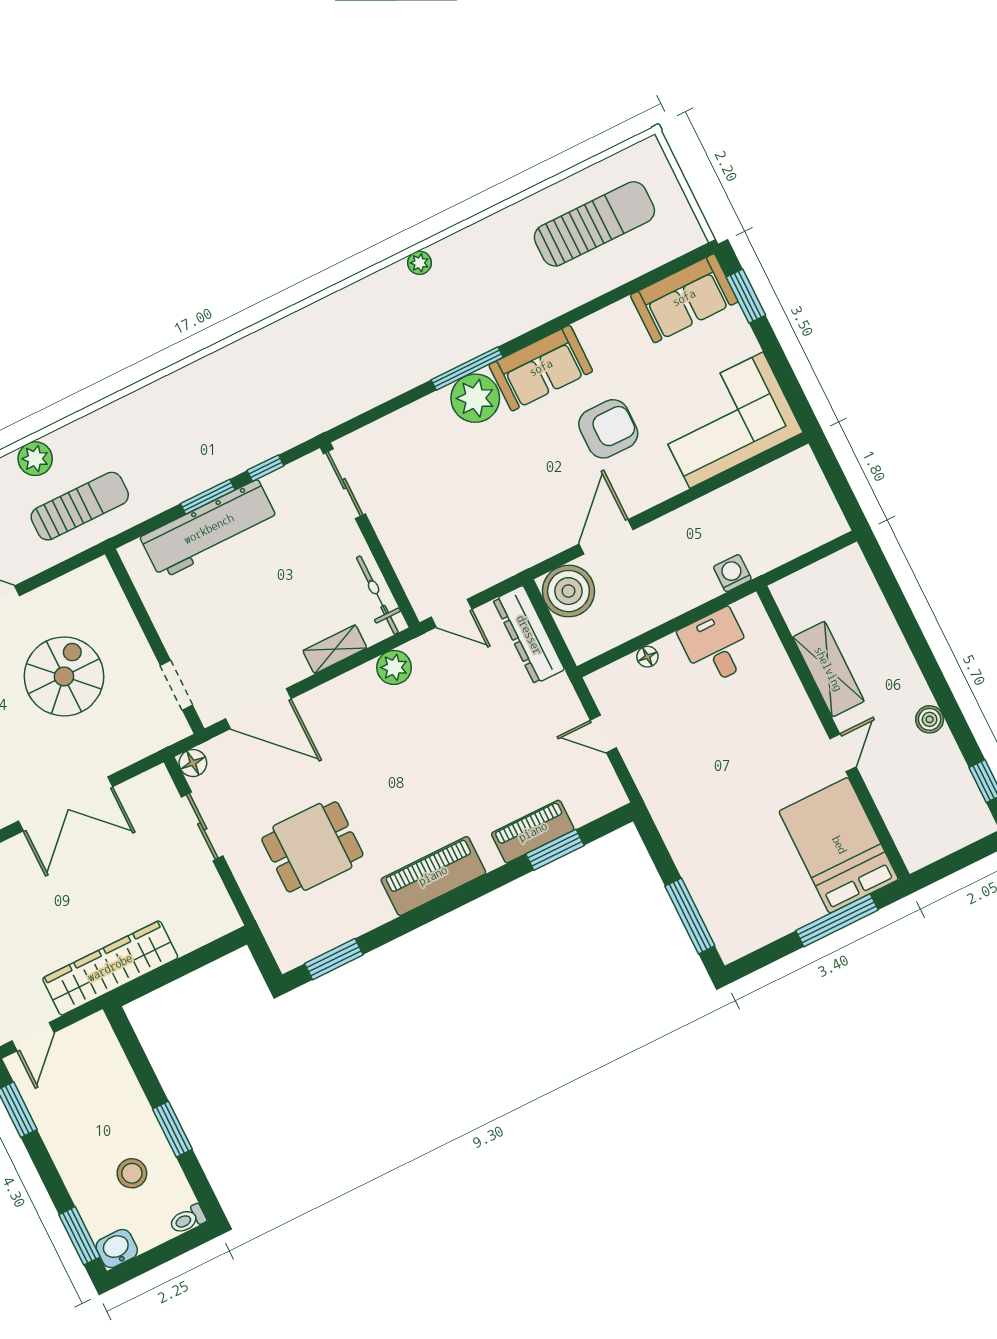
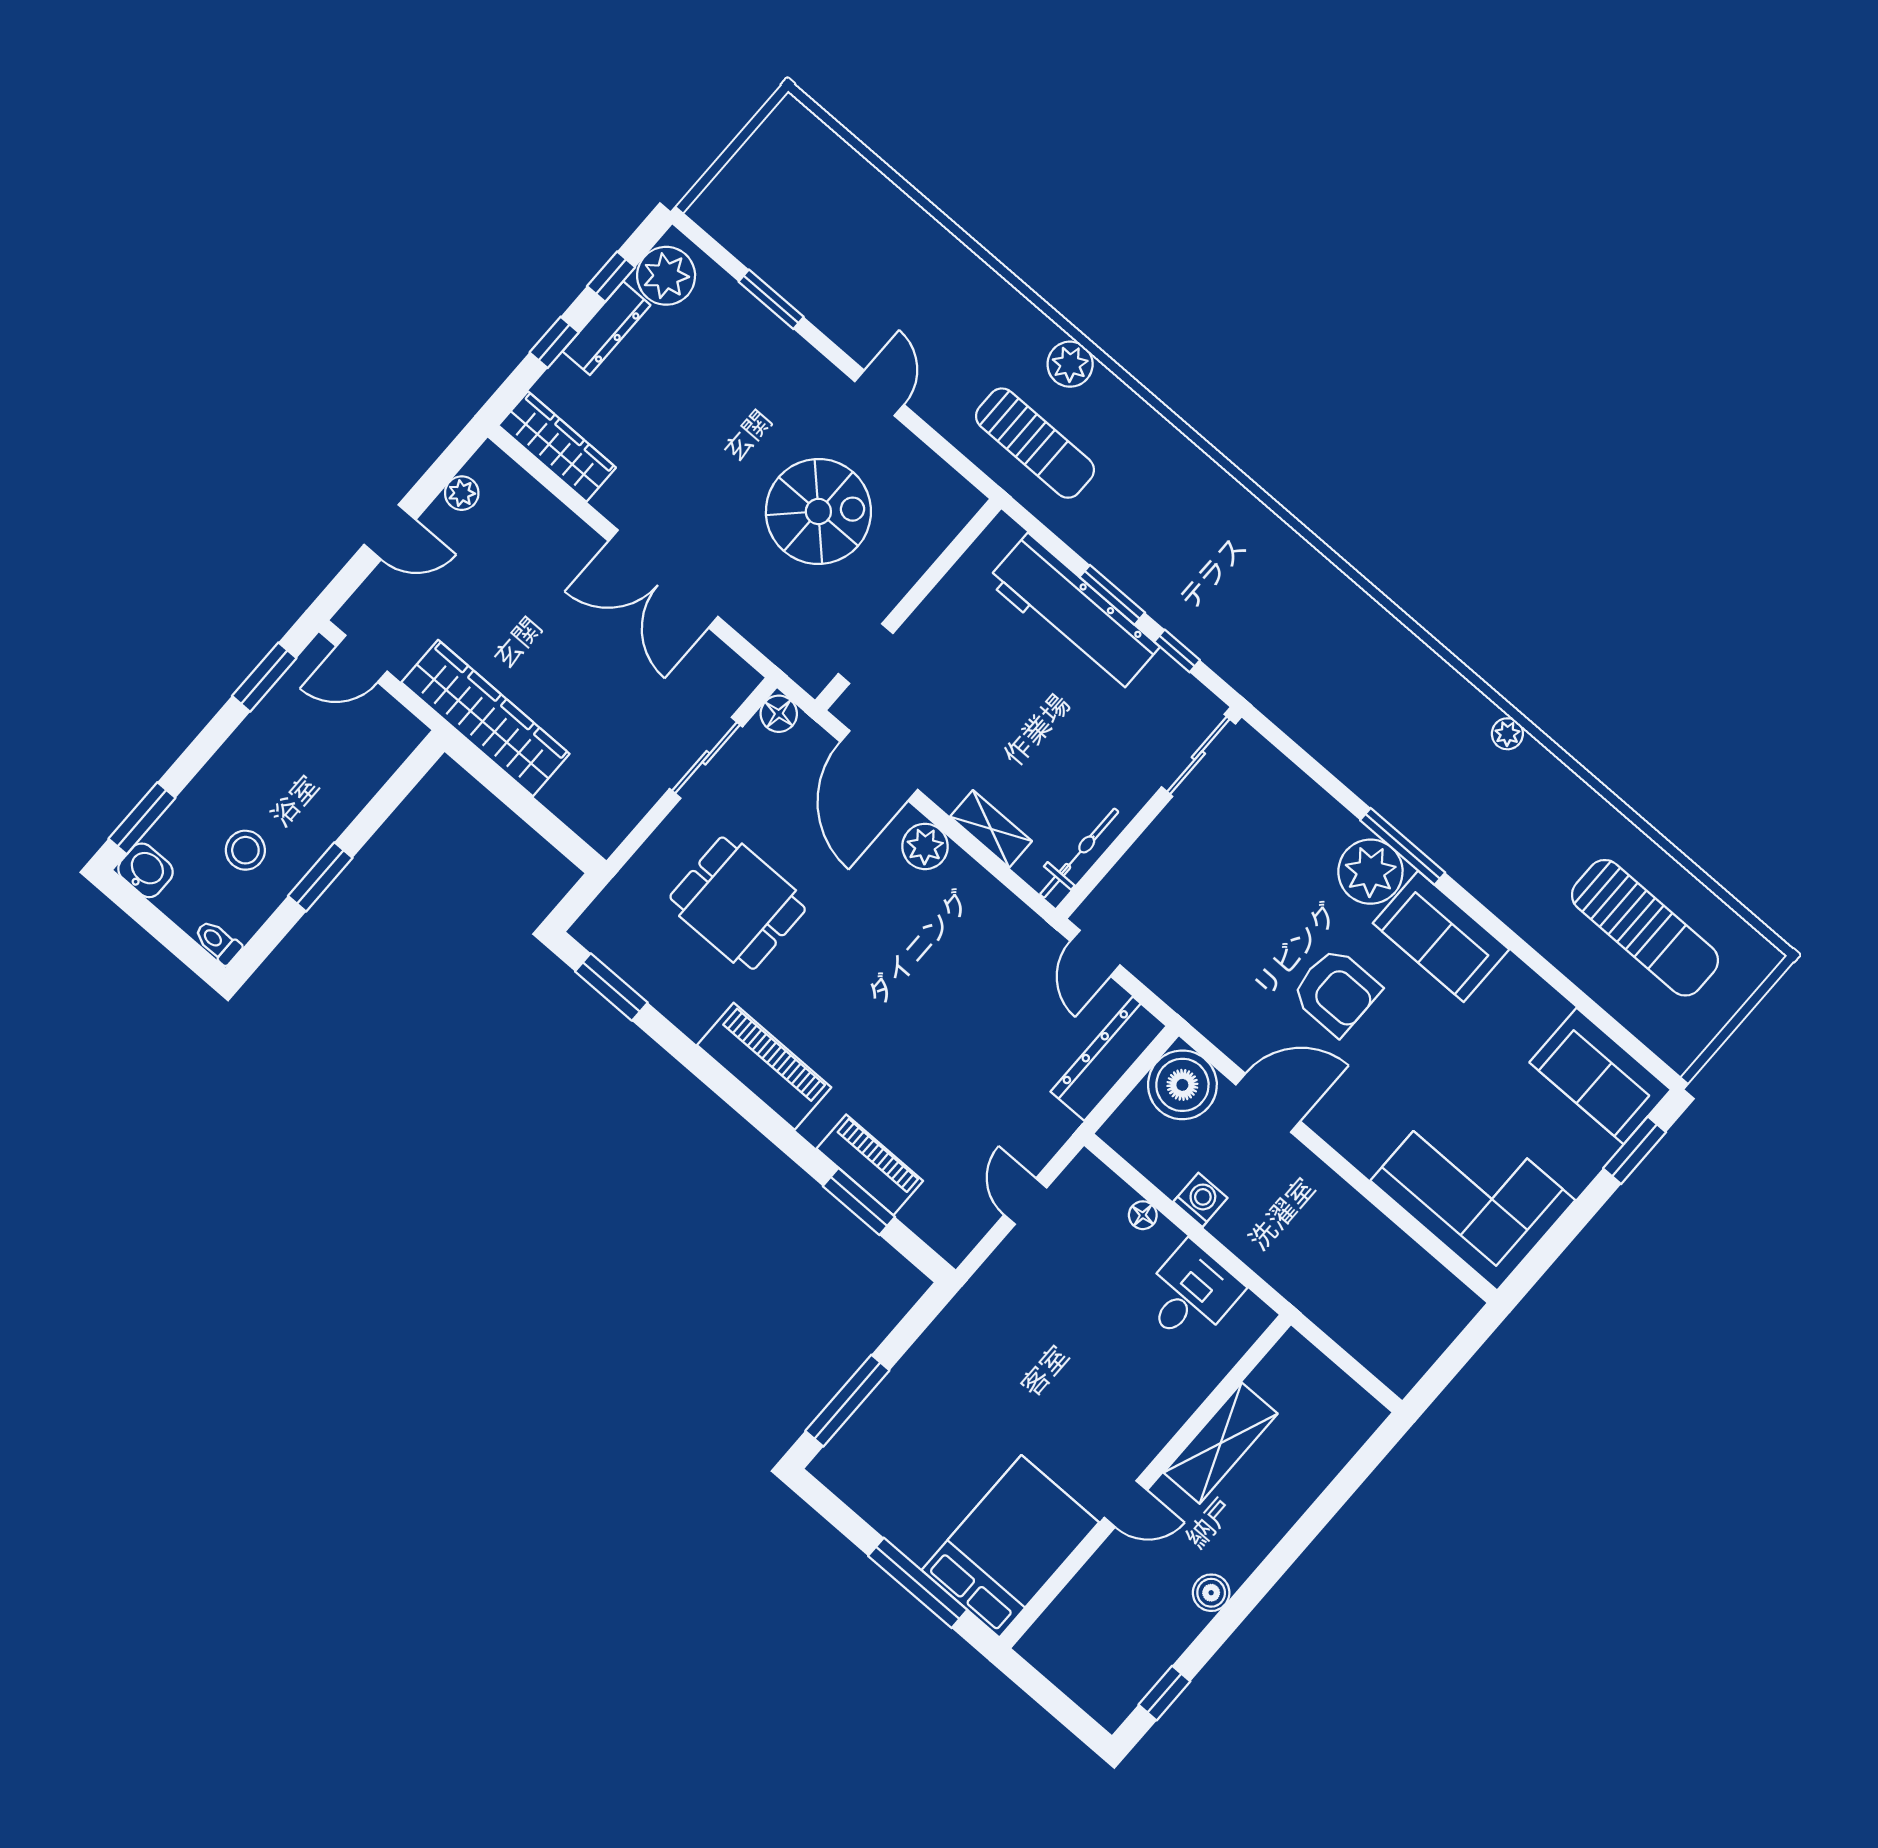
armchair: (608, 429) -> (1336, 992), moved
washing machine: (732, 573) -> (1200, 1200), moved
plant: (394, 667) -> (925, 846), moved

